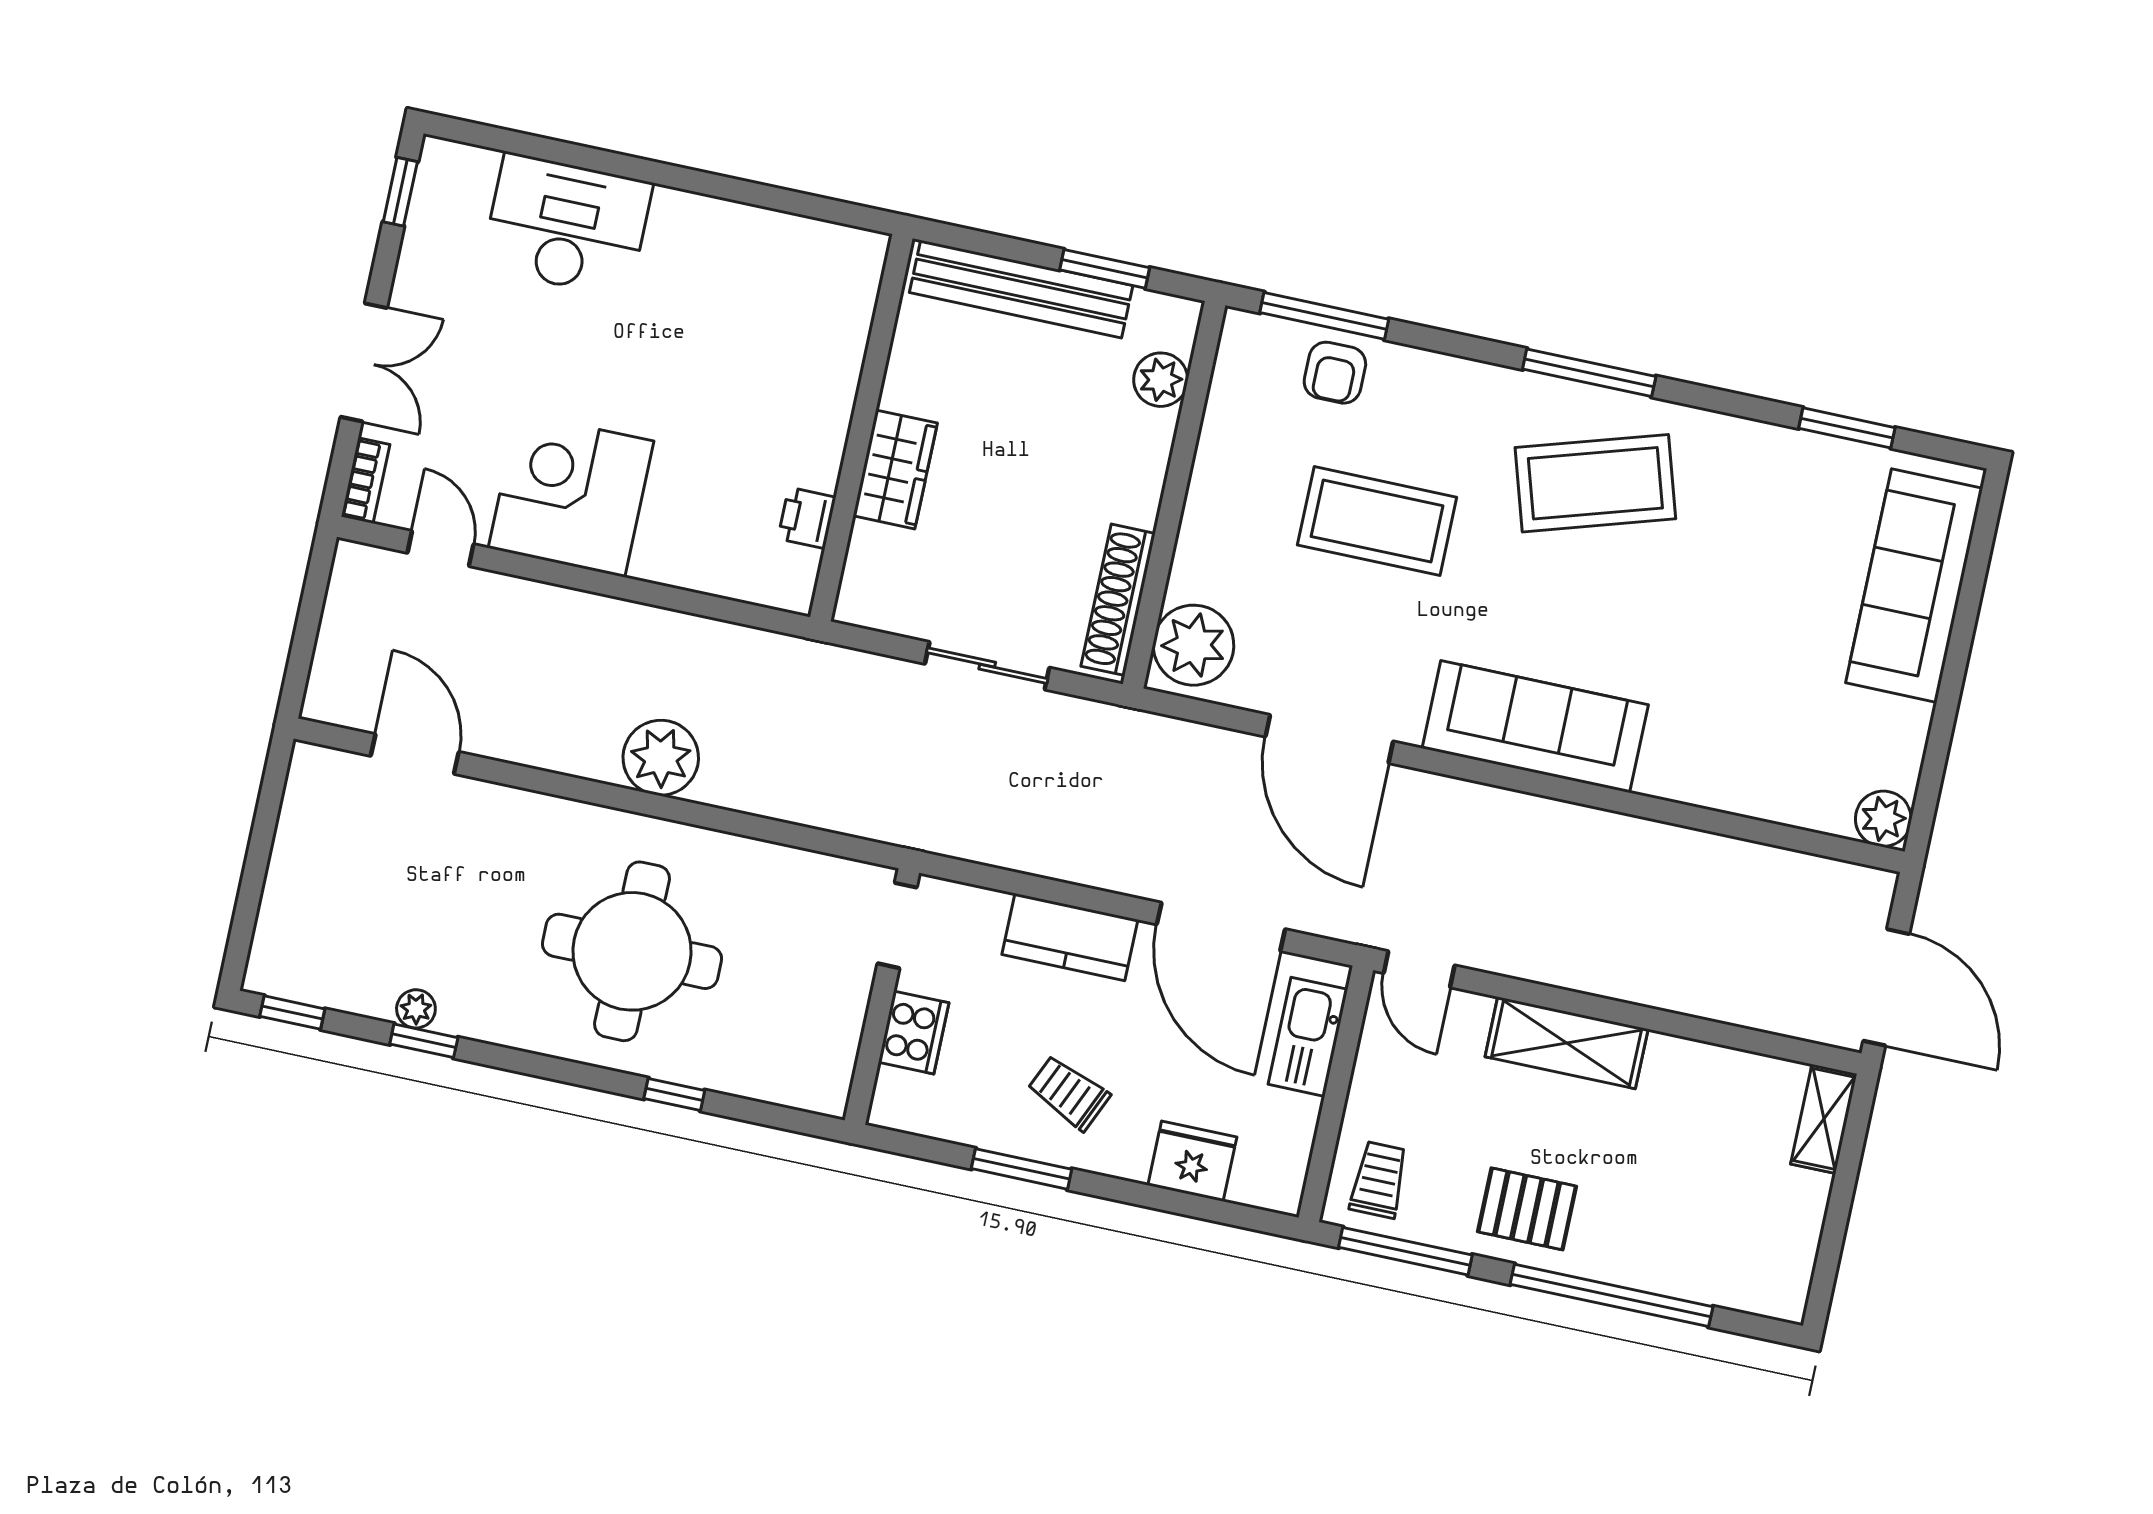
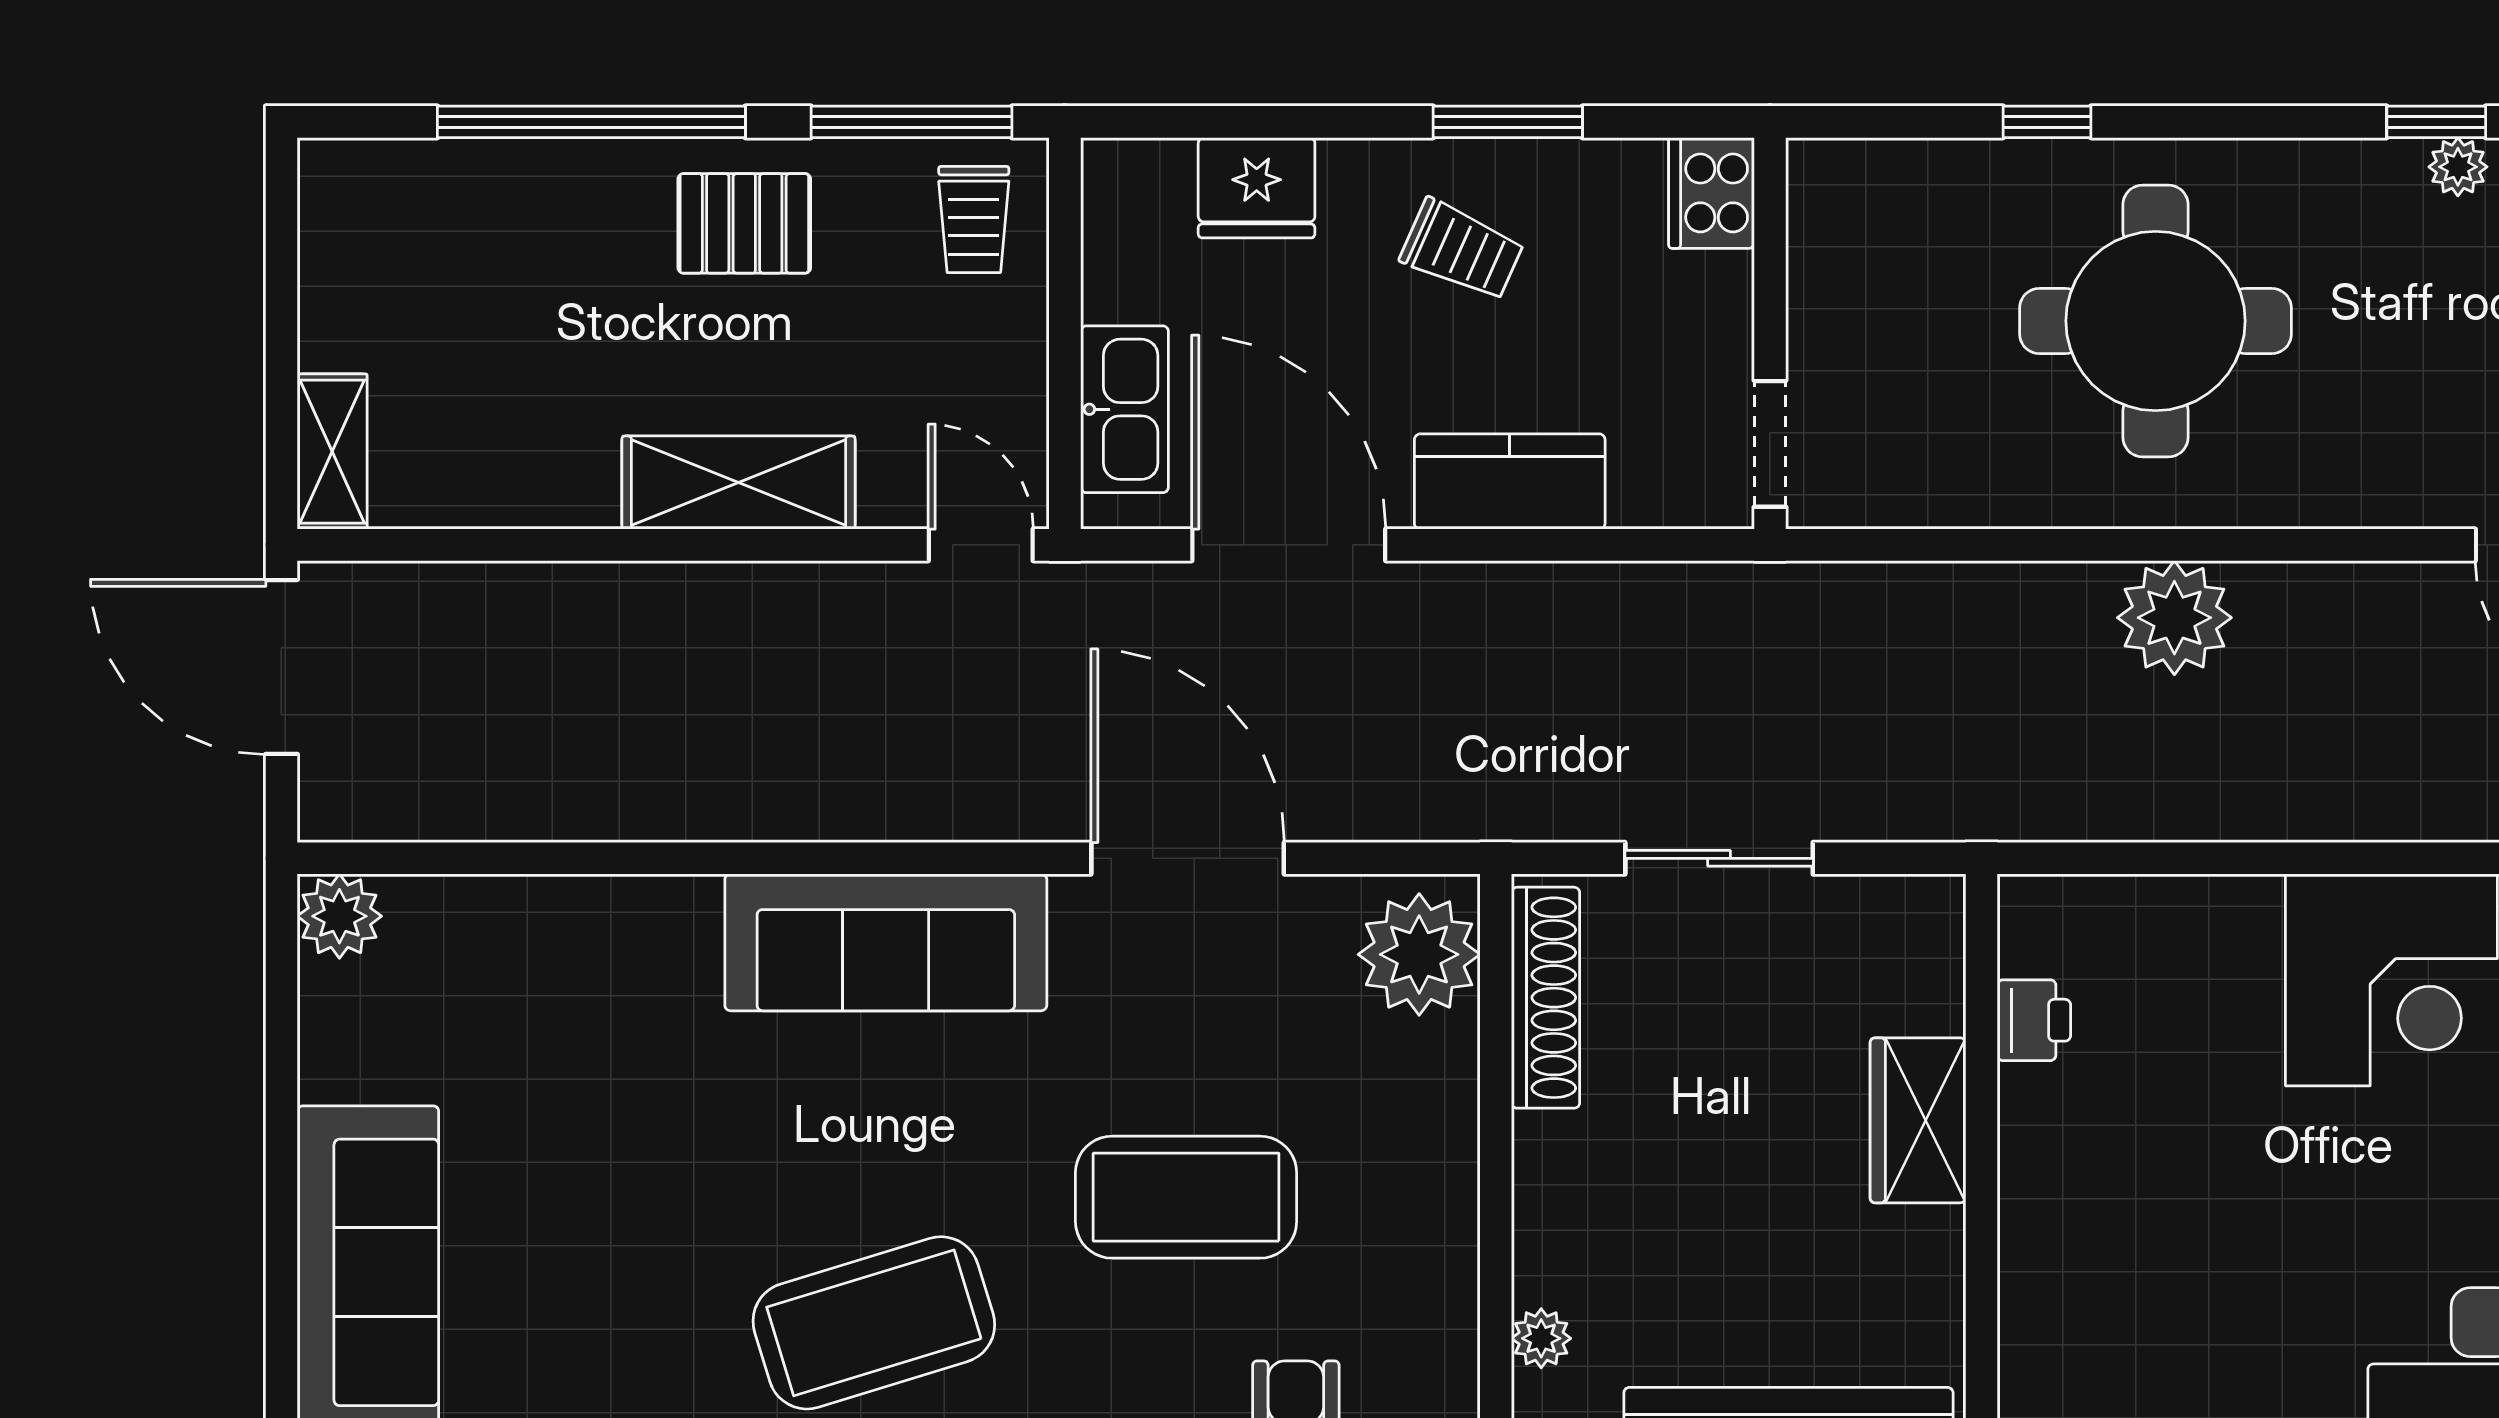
plant: (1161, 380) -> (1541, 1338), width x0.73, depth x0.73
cooker: (914, 1032) -> (1711, 193), moved

